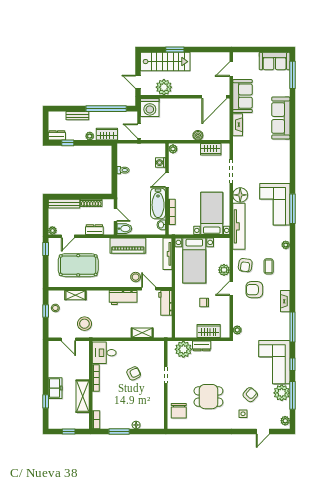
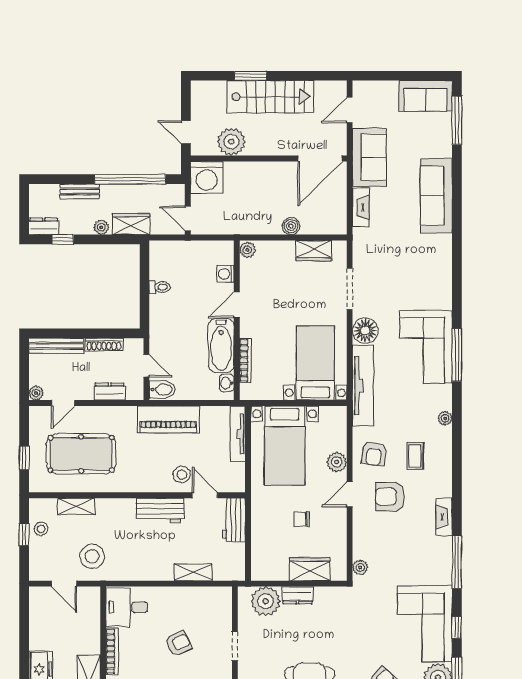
stairs: (165, 62) -> (270, 97), moved
window: (46, 249) -> (24, 458), moved

